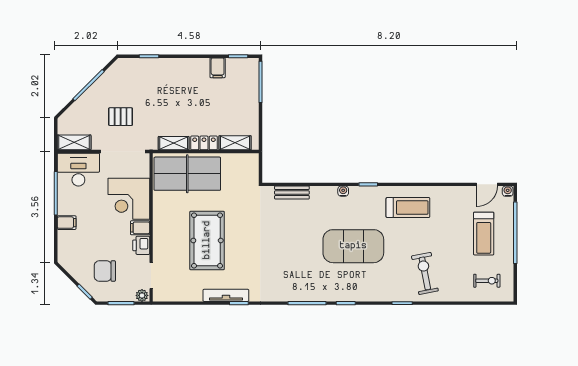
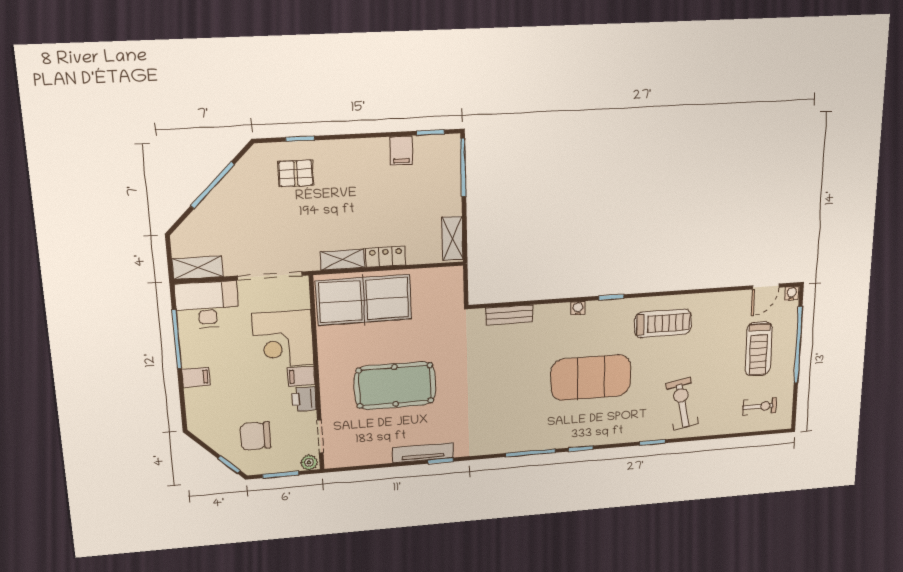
pallet: (121, 117) -> (296, 173), moved
shelving: (235, 143) -> (453, 238), moved, turned 90
pool table: (207, 240) -> (395, 386), turned 90

